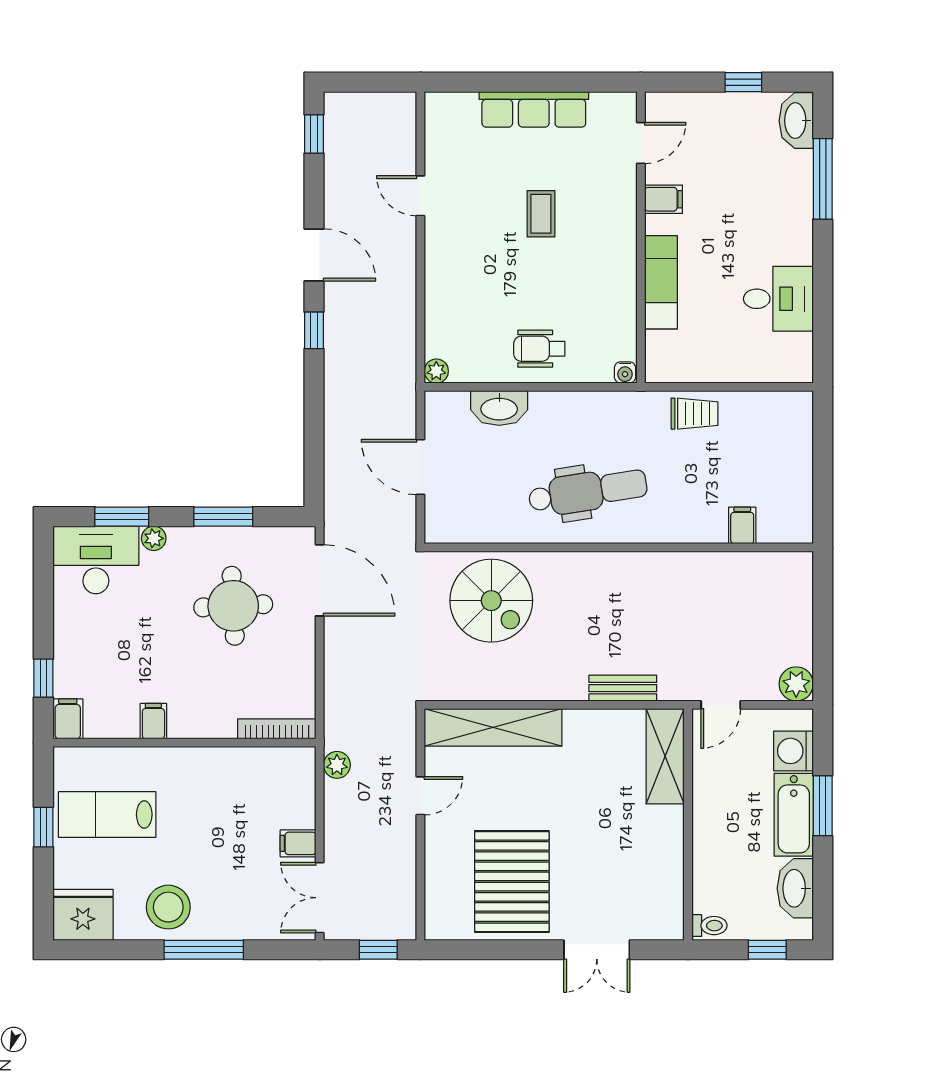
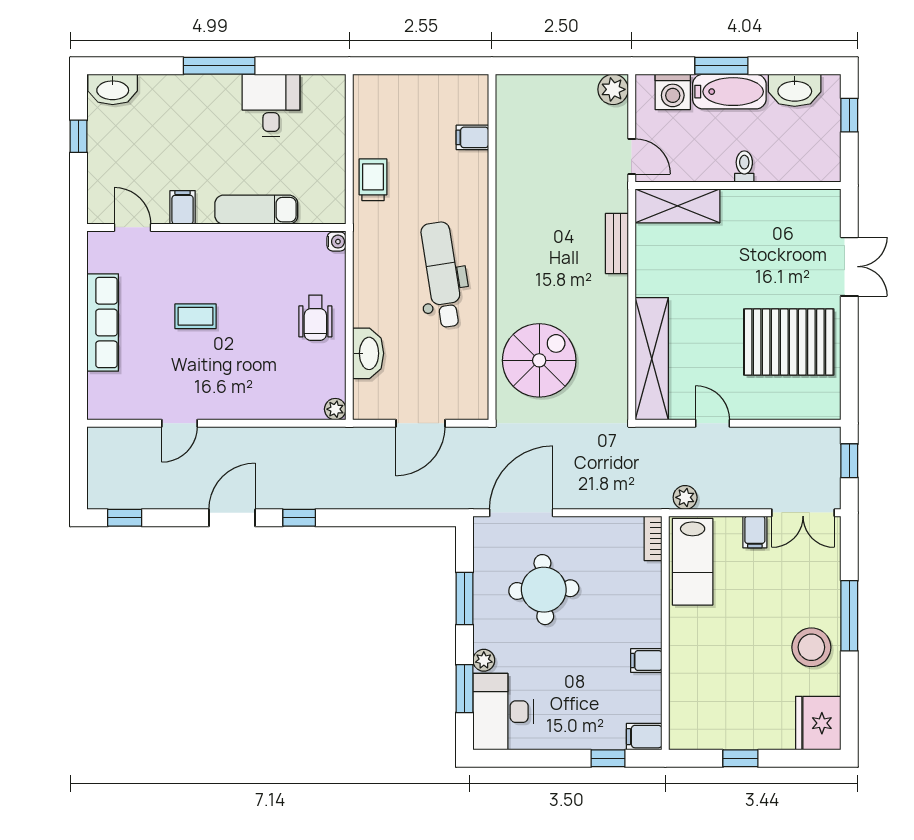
window: (823, 179) -> (219, 66), moved
bookcase: (277, 729) -> (653, 538), width x0.64
lab bench: (107, 814) -> (693, 562), moved
toilet: (709, 926) -> (744, 167), moved

